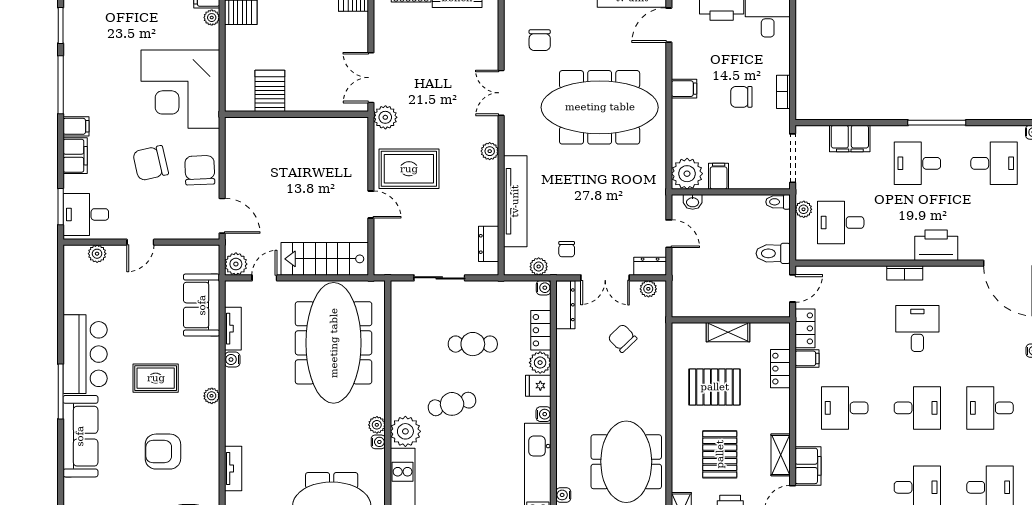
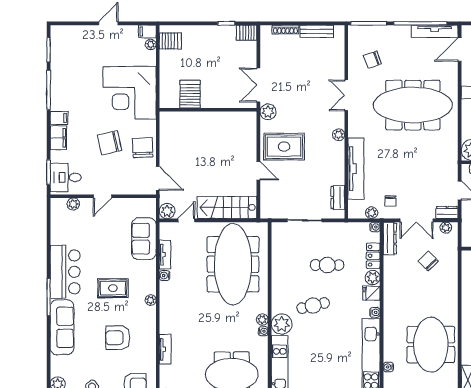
chair: (540, 40) -> (372, 60), turned 70

